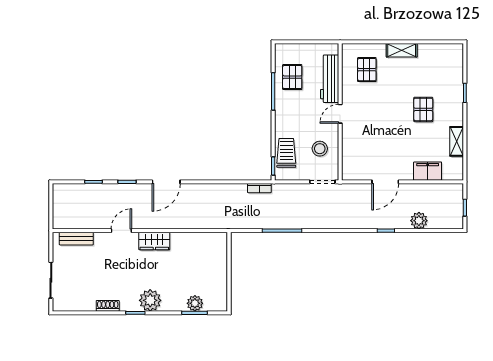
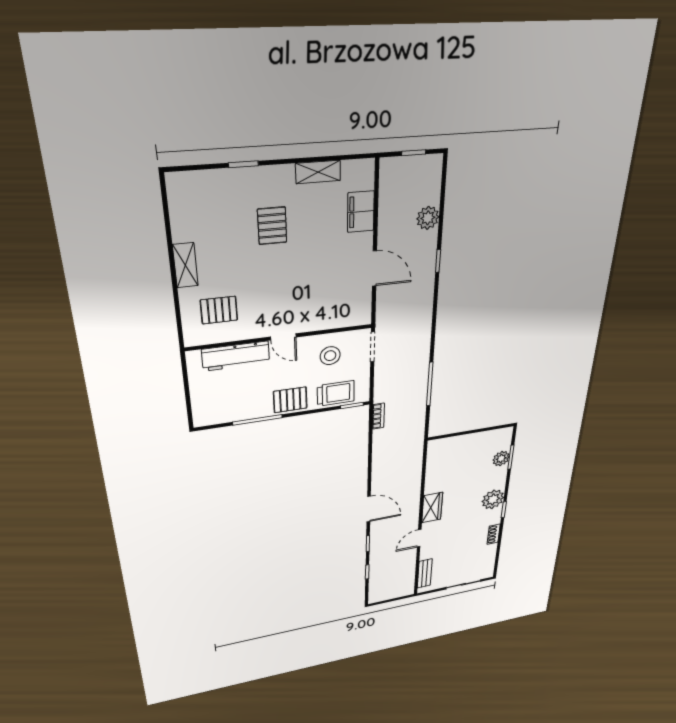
pallet: (292, 77) -> (290, 400), moved
pallet: (423, 109) -> (272, 226), turned 90
trolley: (286, 153) -> (336, 393), turned 180
door: (121, 231) -> (419, 538), hinge flipped

